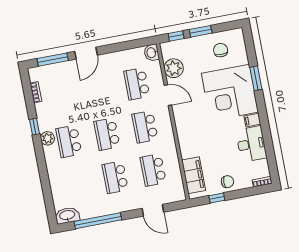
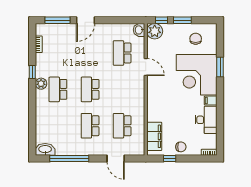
plant: (174, 68) -> (155, 31), moved
school desk: (145, 127) -> (122, 89), removed

